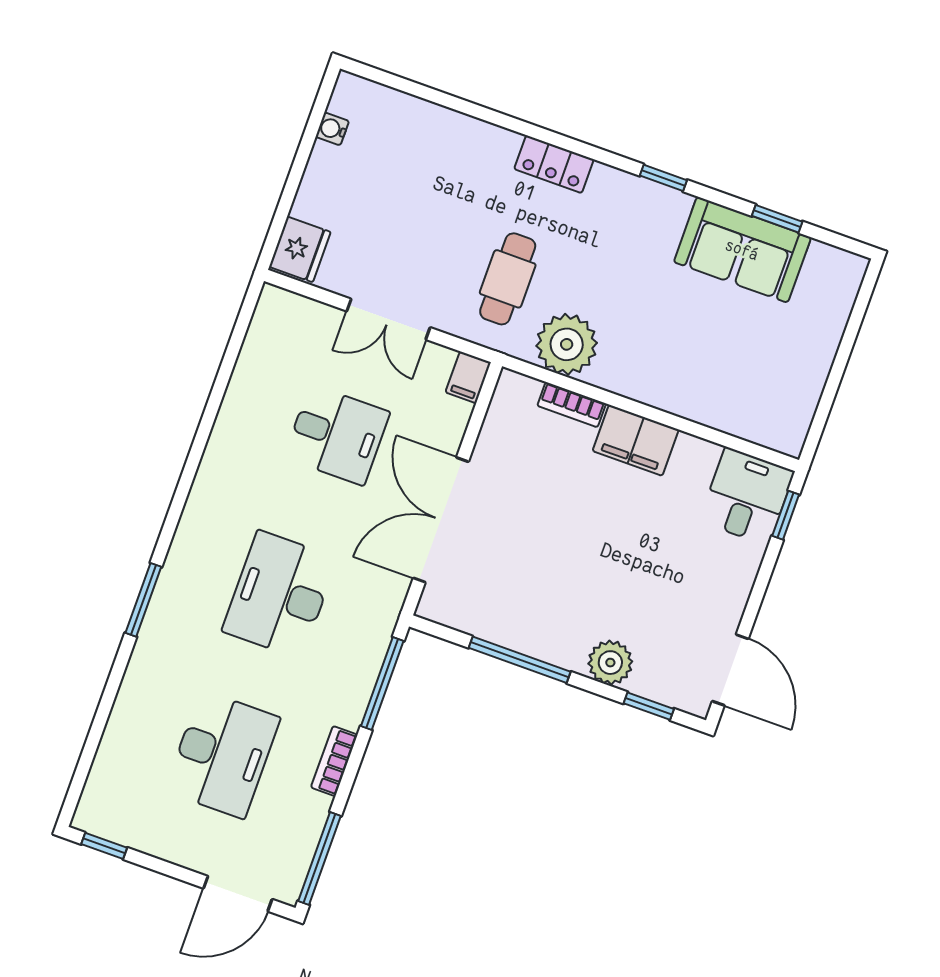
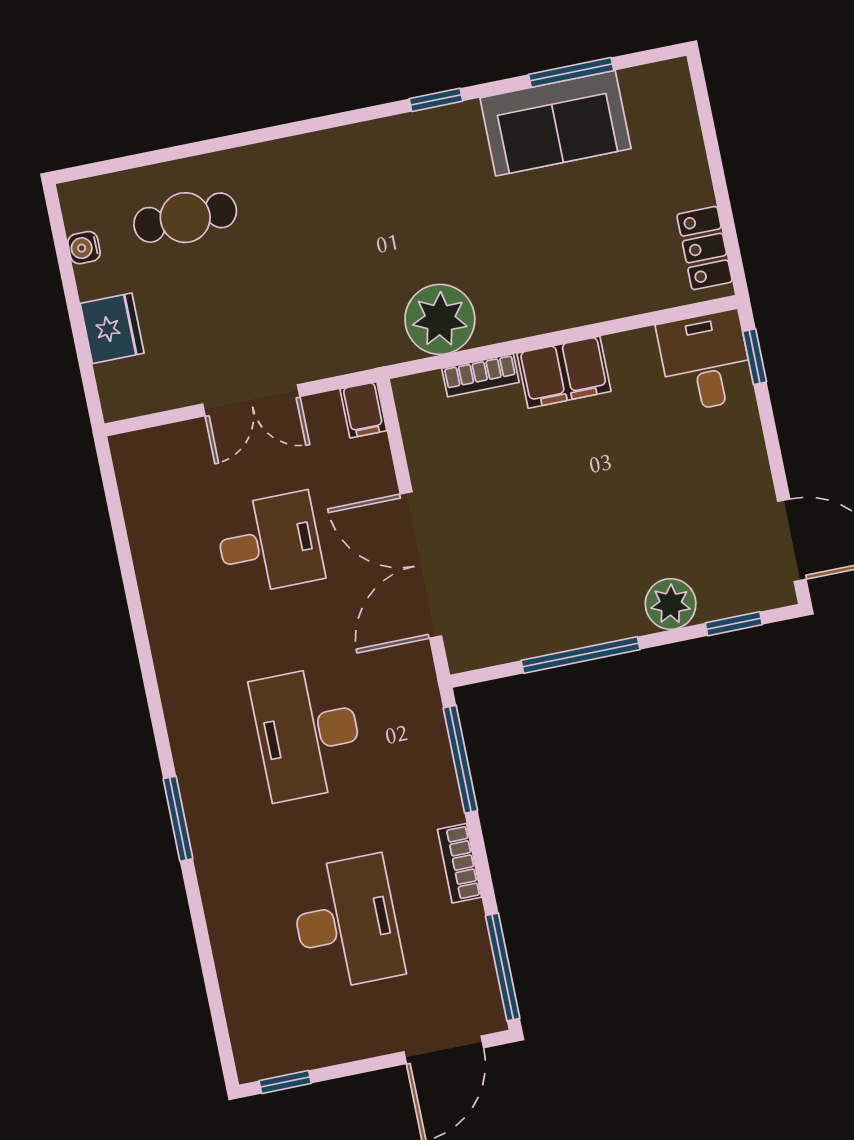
locker: (554, 164) -> (705, 248), moved, turned 90
window: (777, 219) -> (571, 72), width x1.50
fridge: (300, 249) -> (112, 328), moved
cafe table: (508, 279) -> (185, 218), moved, turned 90

